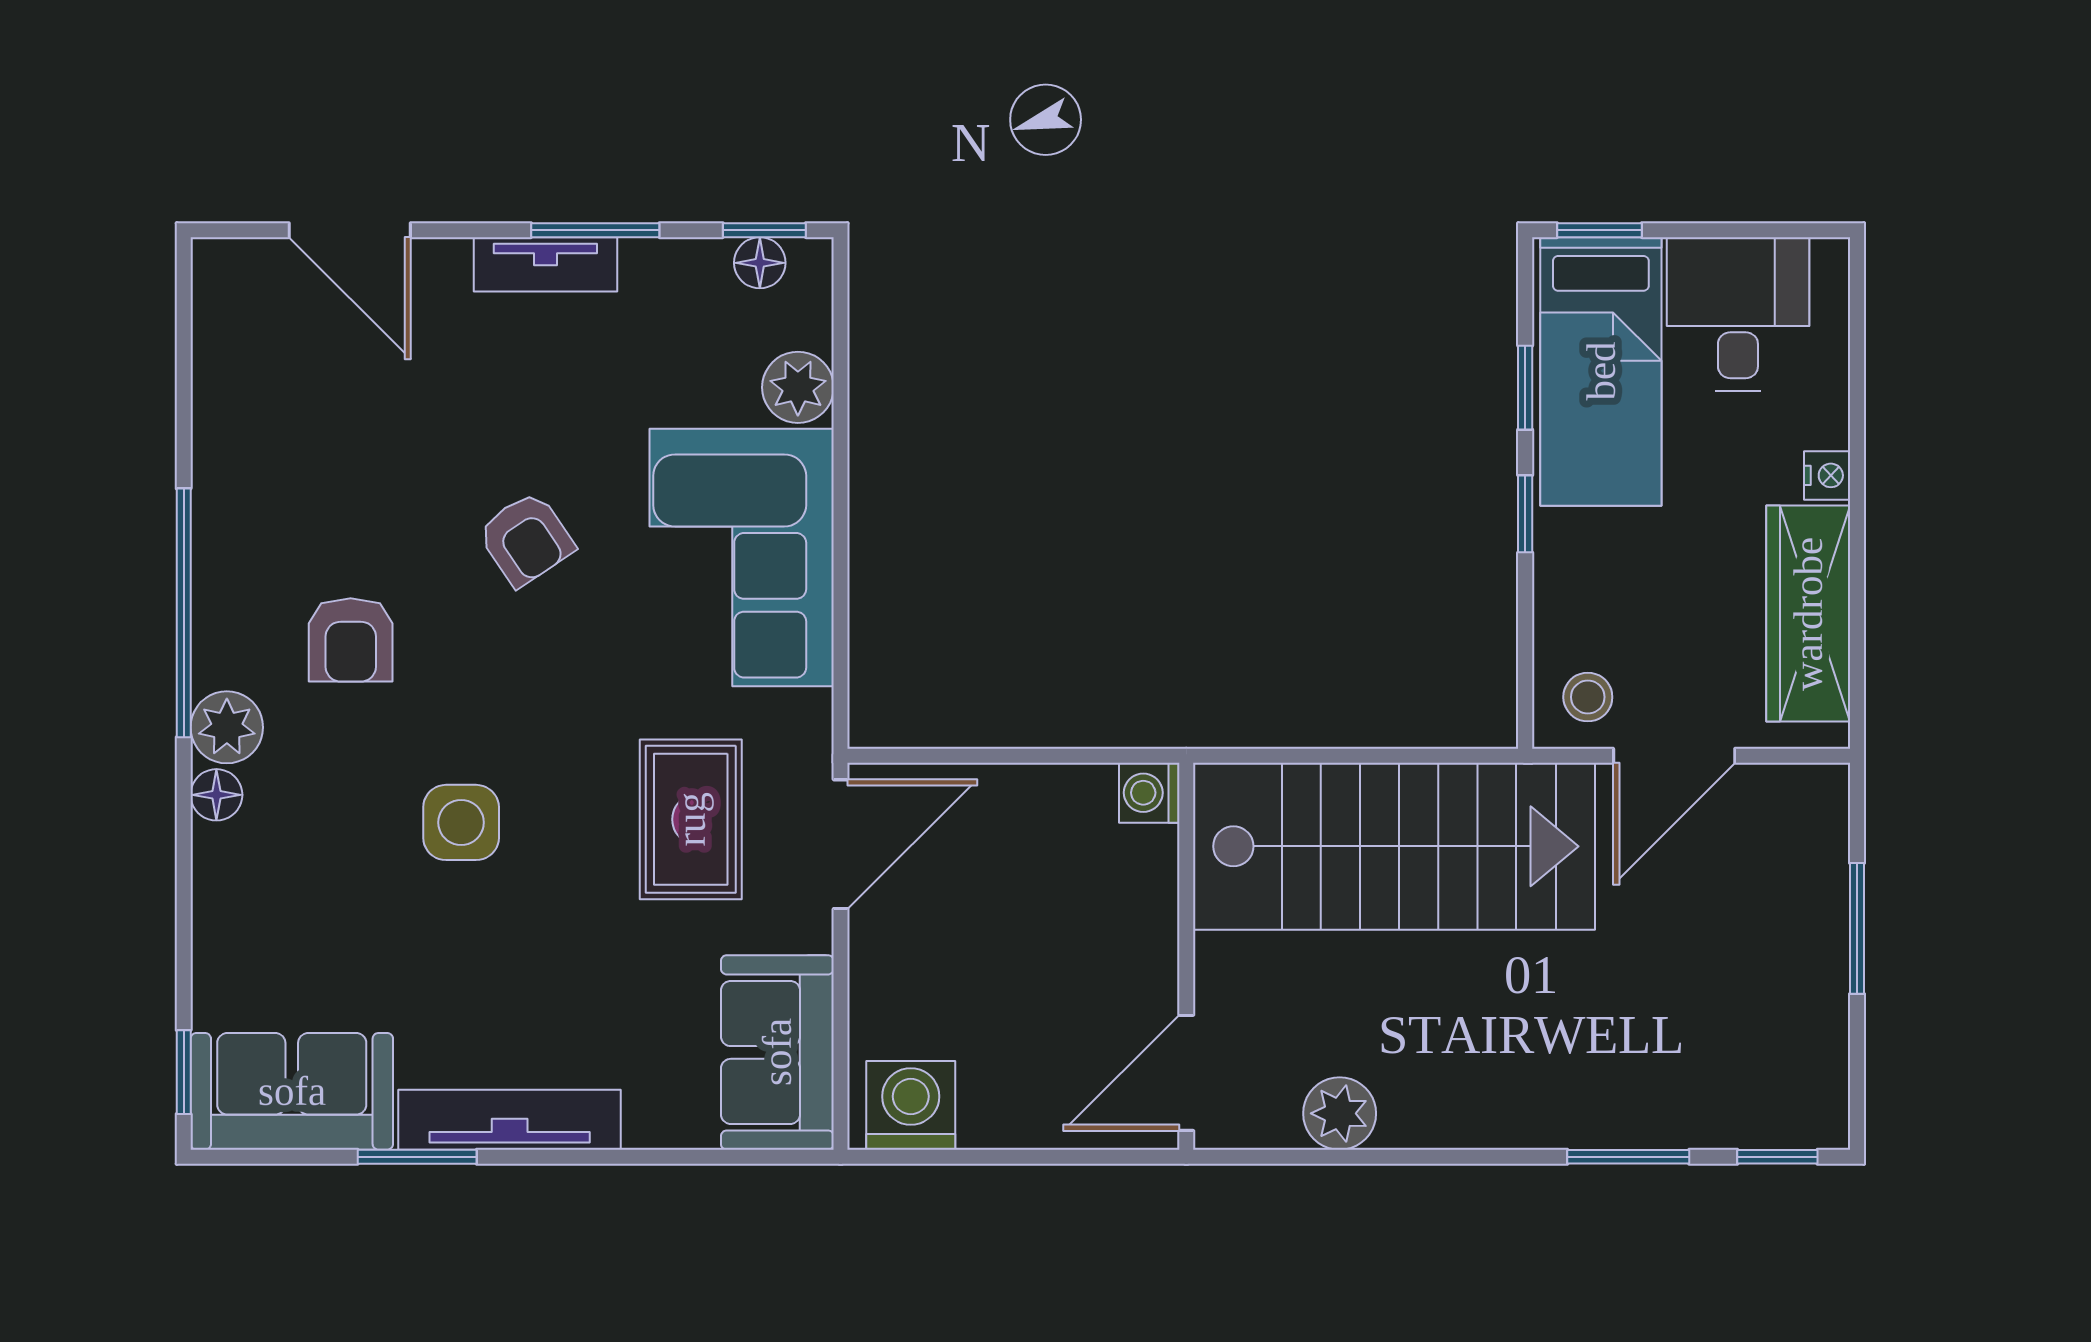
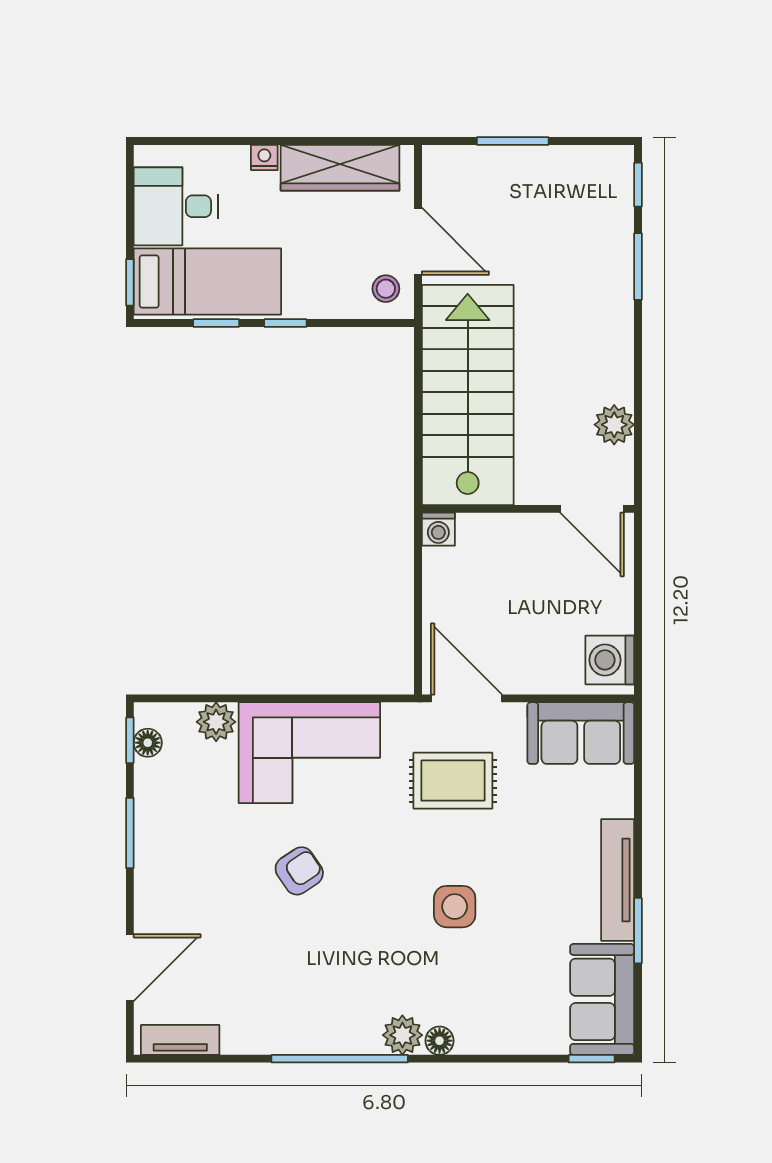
tv unit: (545, 264) -> (180, 1040), moved, turned -90
armchair: (351, 640) -> (355, 967), removed

